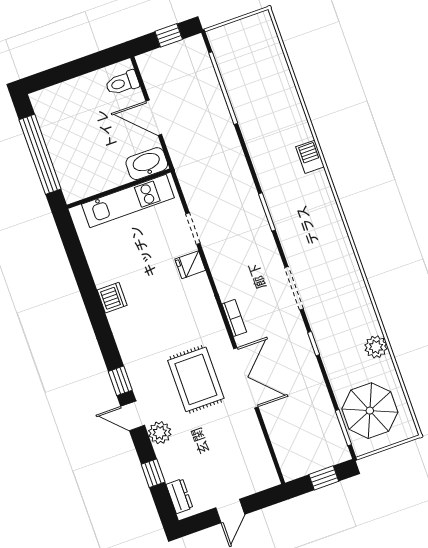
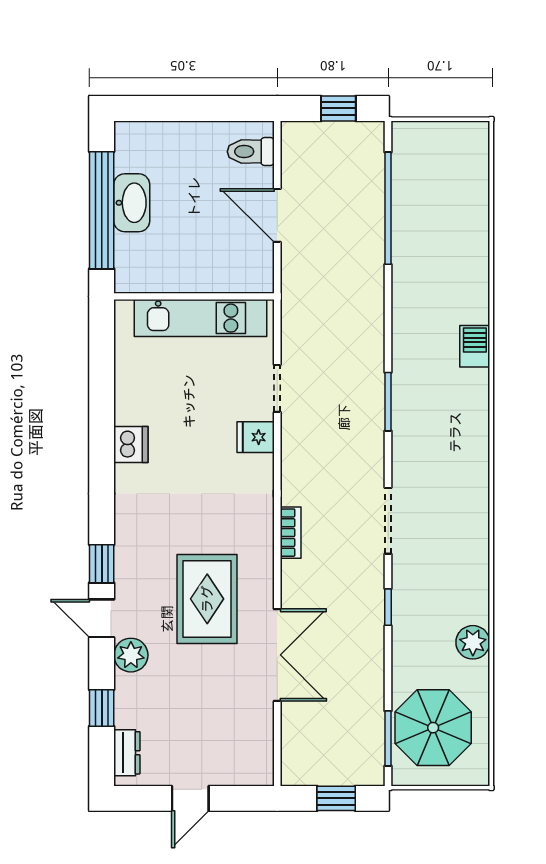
washbasin: (147, 164) -> (132, 203), moved, turned 90
double door: (246, 378) -> (277, 655), moved

